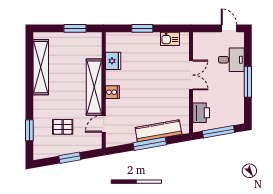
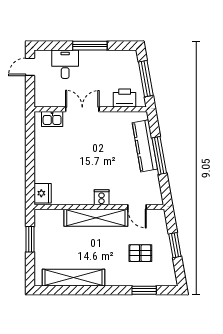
window: (142, 28) -> (30, 164), removed
kitchen sink: (170, 39) -> (52, 119), moved, turned 90
fridge: (113, 61) -> (43, 193), moved, turned 90
pallet: (63, 127) -> (140, 253), turned 90

